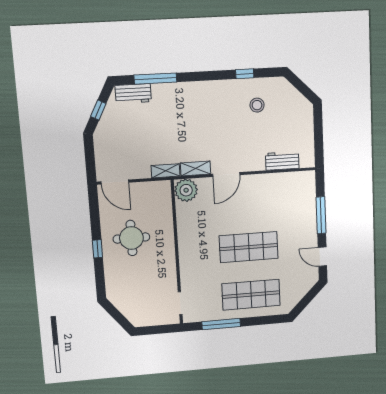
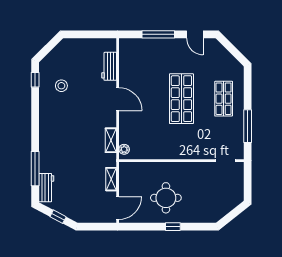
window: (245, 74) -> (35, 80), moved
shelving: (166, 171) -> (111, 179), moved
door: (226, 175) -> (118, 99), moved
plant: (186, 190) -> (124, 149), width x0.53, depth x0.53
door: (322, 257) -> (195, 34), hinge flipped
shop shelf: (251, 295) -> (224, 99), width x0.70, depth x0.74

